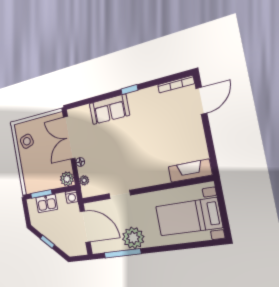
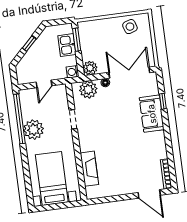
window: (129, 90) -> (163, 101), moved
fireplace: (190, 171) -> (89, 169), moved
plant: (84, 180) -> (88, 90), width x1.88, depth x1.88
door: (85, 227) -> (44, 84), width x0.53
window: (122, 253) -> (19, 119), width x1.46

